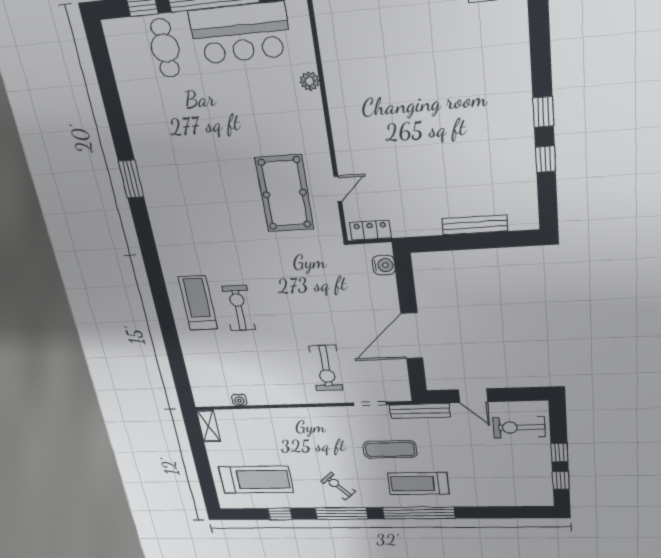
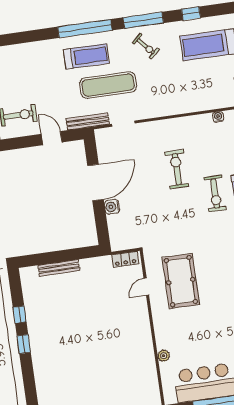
water cooler: (384, 265) -> (112, 207), moved
exercise bike: (326, 368) -> (177, 169), moved
exercise mat: (390, 450) -> (108, 85), width x1.36, depth x1.45

